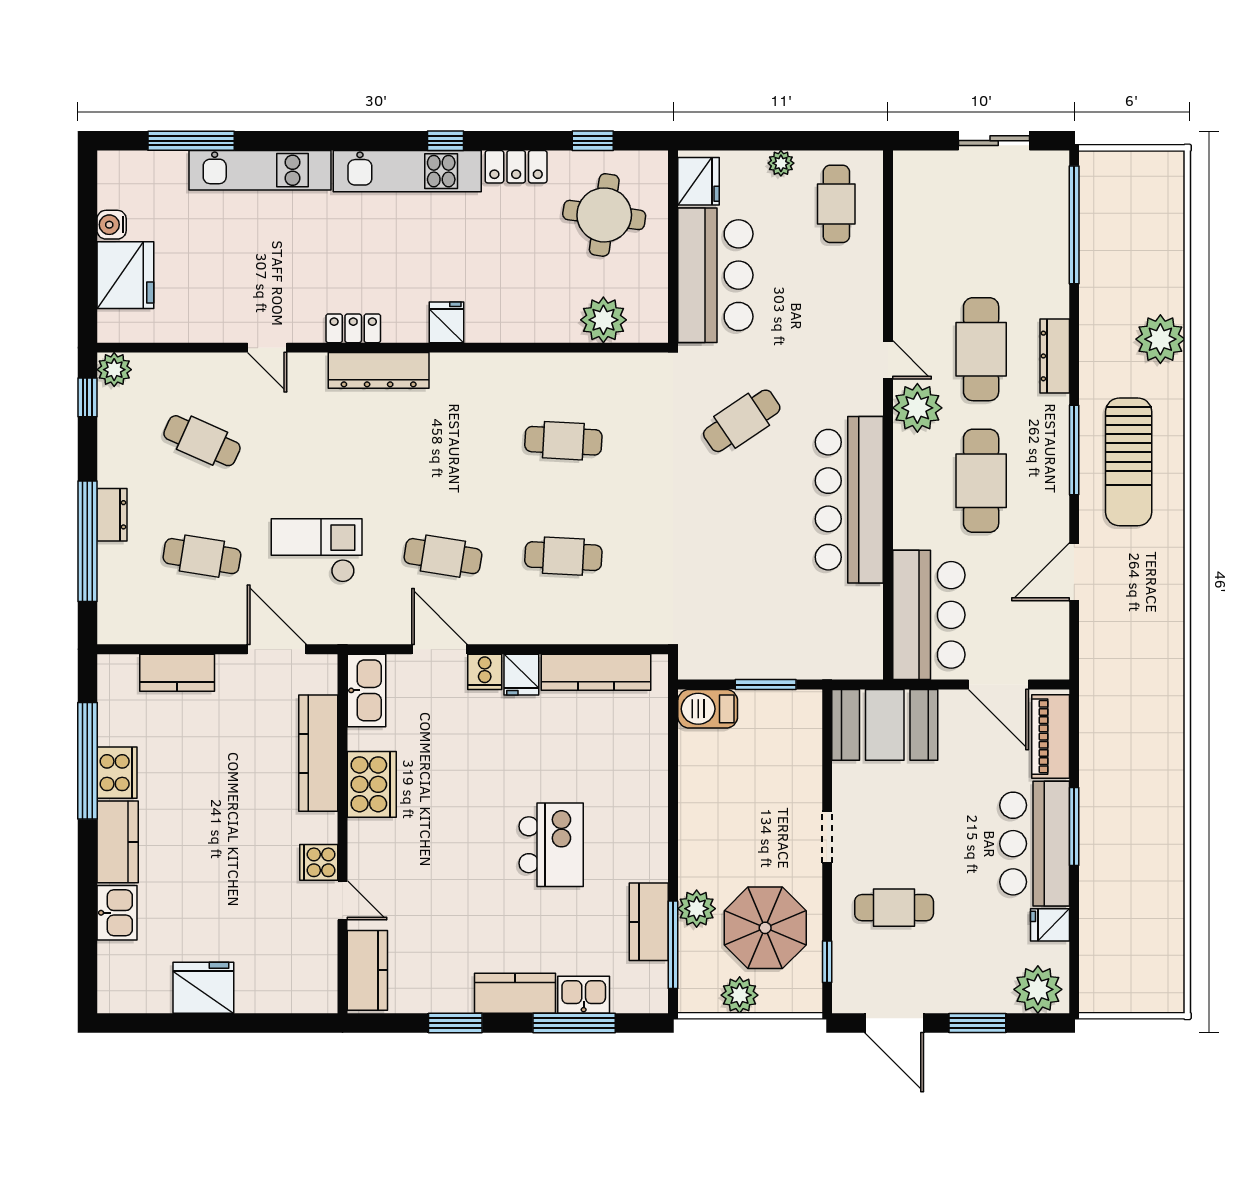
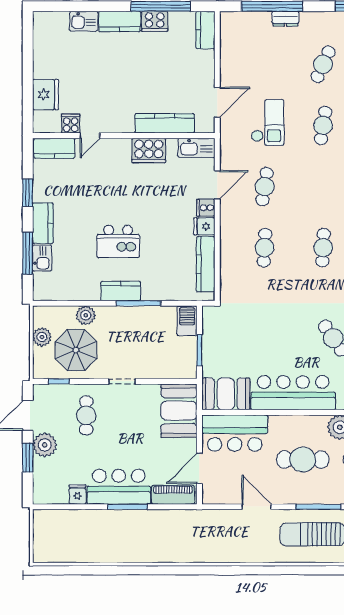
cafe table: (202, 556) -> (323, 125), moved
booth: (852, 633) -> (226, 394), added
kitchen counter: (177, 673) -> (205, 30), moved
cooker: (319, 862) -> (71, 124), moved
kitchen counter: (649, 922) -> (121, 291), moved
window: (673, 945) -> (139, 303), moved
fridge: (203, 988) -> (46, 95), moved
plant: (1038, 989) -> (45, 445), moved

